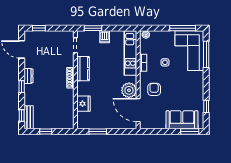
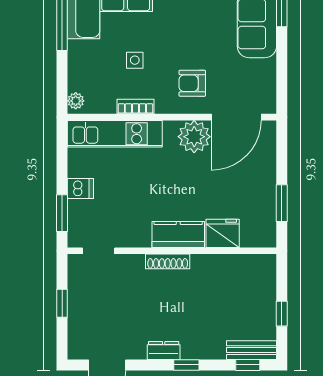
window: (39, 28) -> (62, 303), moved
kitchen counter: (83, 69) -> (178, 234), moved

